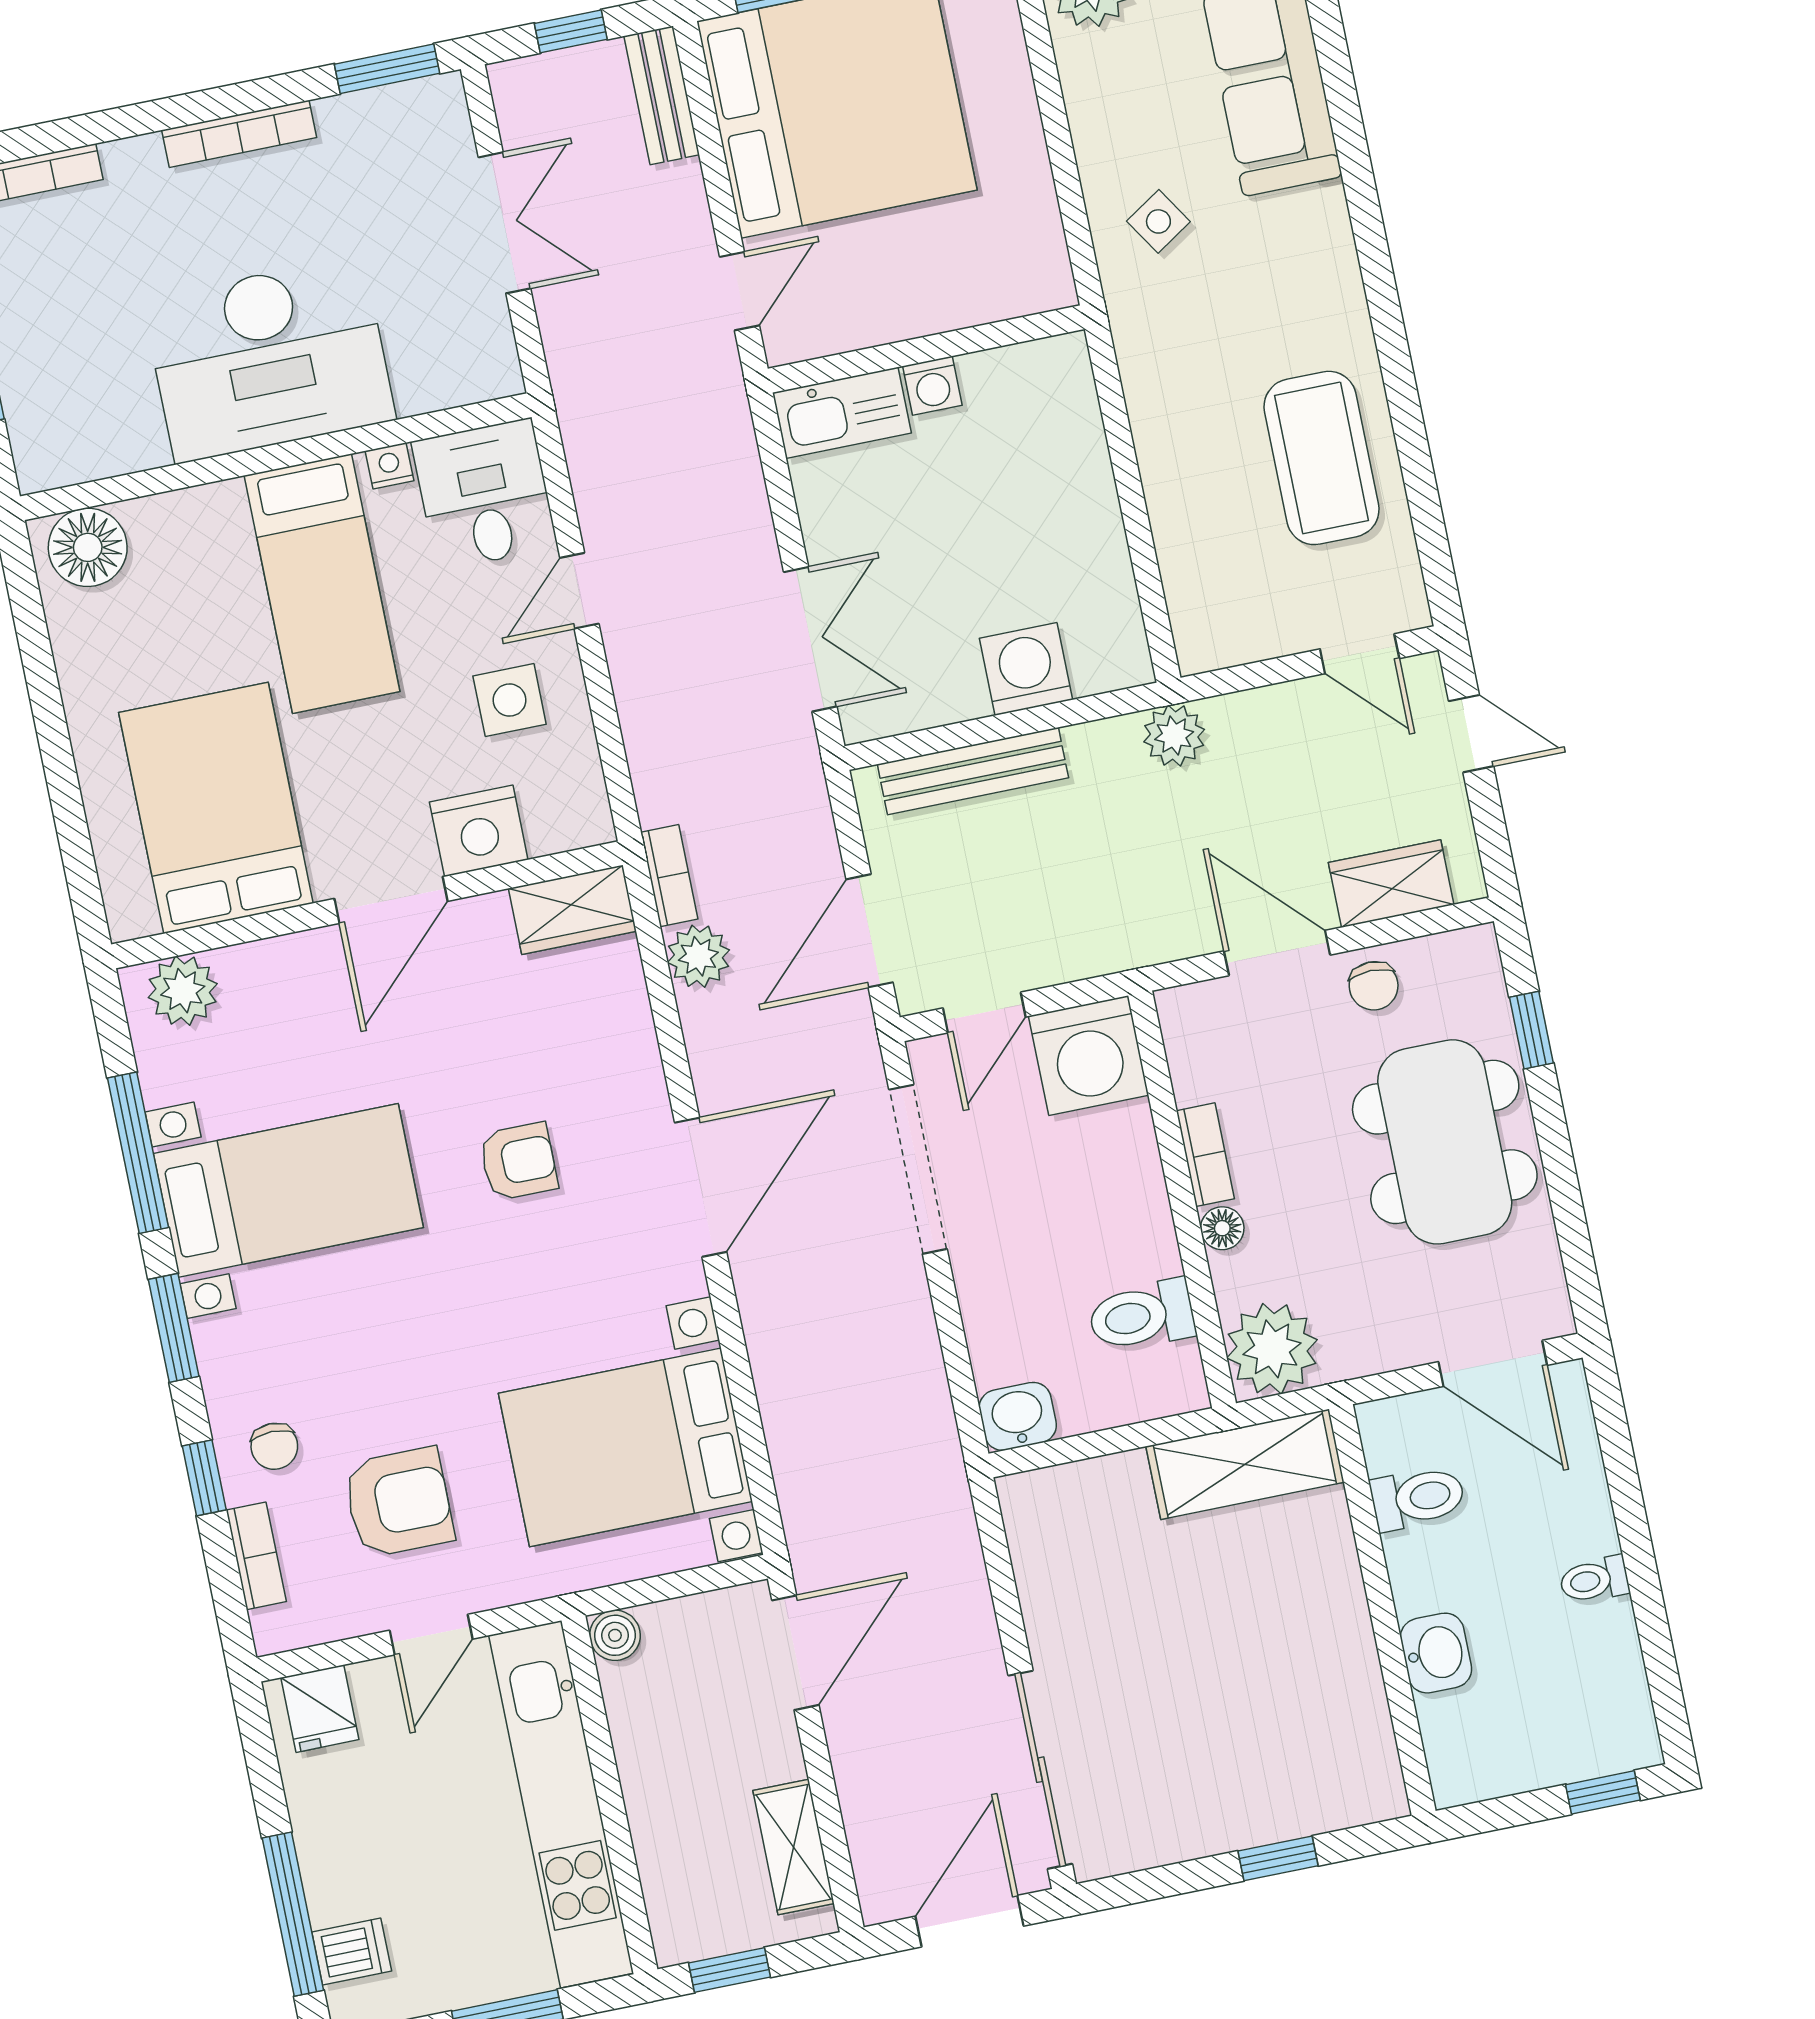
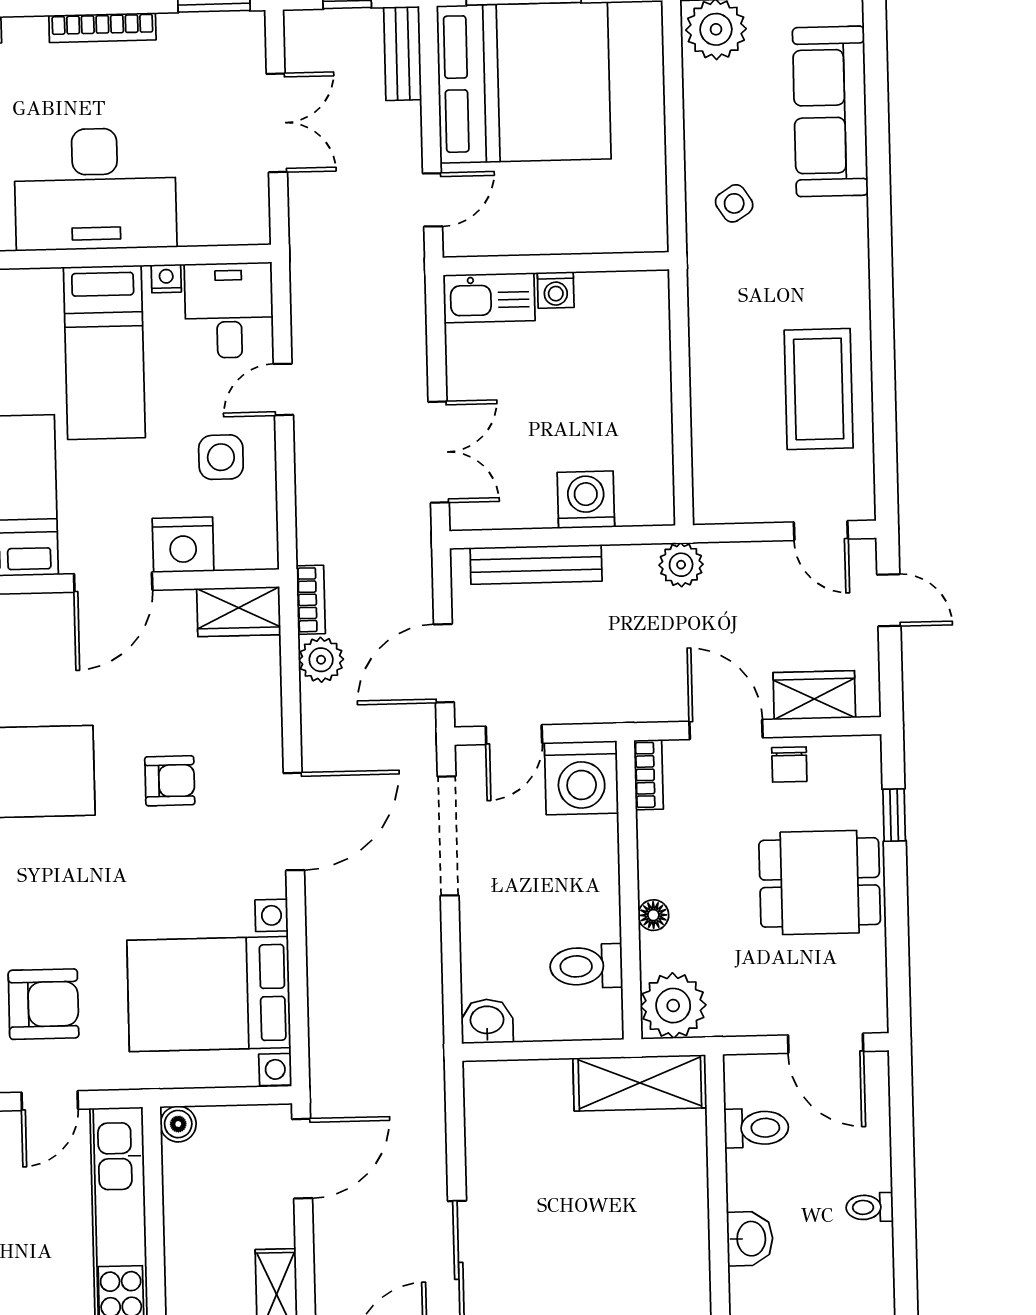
dining table: (1445, 1142) -> (820, 882), width x0.73
bookcase: (1205, 1155) -> (649, 775), moved

